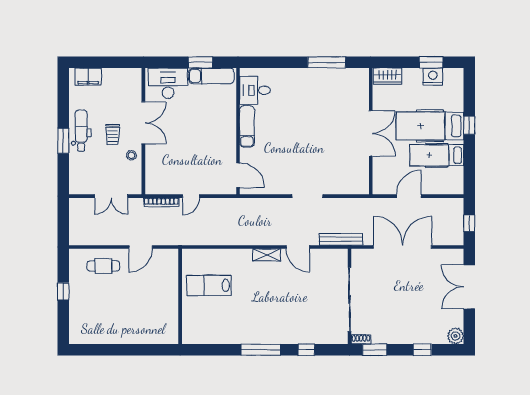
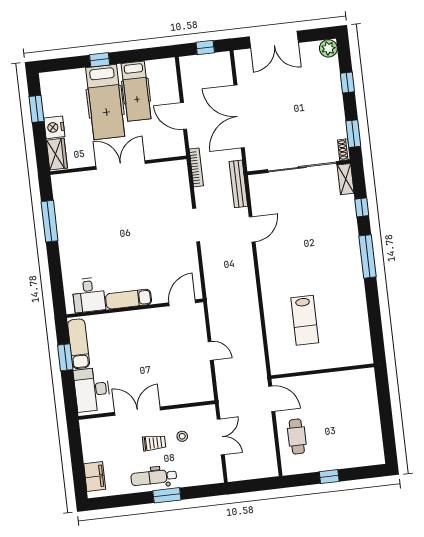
nightstand: (433, 77) -> (54, 127), moved
stool: (131, 155) -> (182, 436), moved
bookcase: (161, 202) -> (196, 167), moved
shelving: (266, 255) -> (346, 179), moved
wall: (180, 296) -> (323, 371), moved

